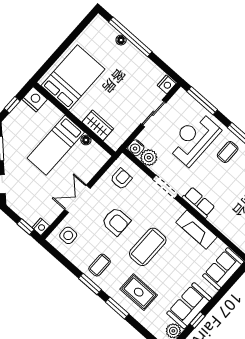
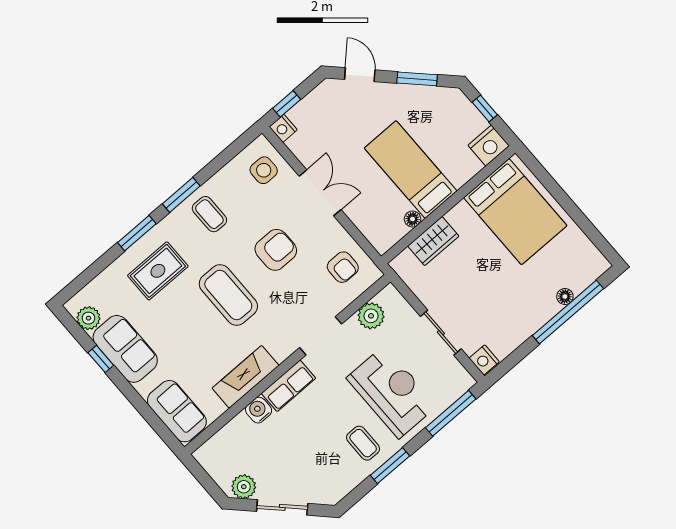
water cooler: (136, 148) -> (259, 410), moved
armchair: (116, 221) -> (276, 250), turned 180

